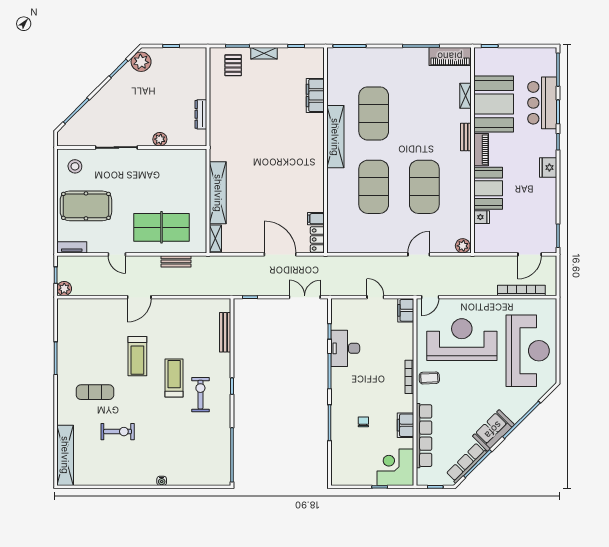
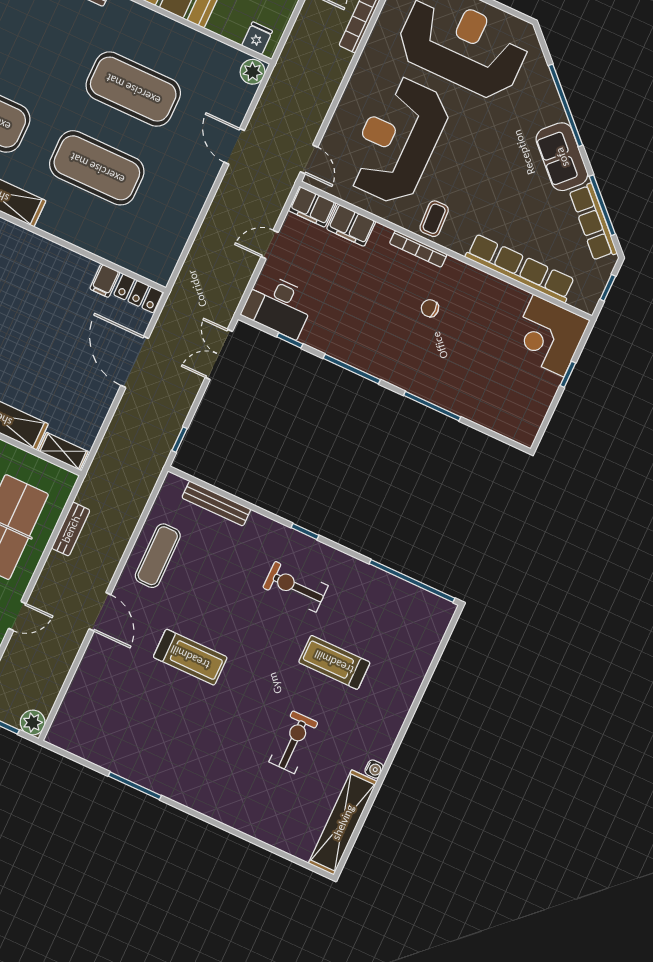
fridge: (482, 217) -> (257, 38), moved
door: (280, 254) -> (135, 362), hinge flipped
desk: (345, 348) -> (278, 306), moved
treadmill: (174, 378) -> (334, 662), moved
exercise mat: (95, 392) -> (158, 556), moved
chair: (363, 422) -> (430, 308), moved
filing cabinet: (406, 425) -> (351, 225), moved
shelving: (65, 455) -> (343, 822), moved, turned 90
water cooler: (162, 481) -> (374, 769), moved

